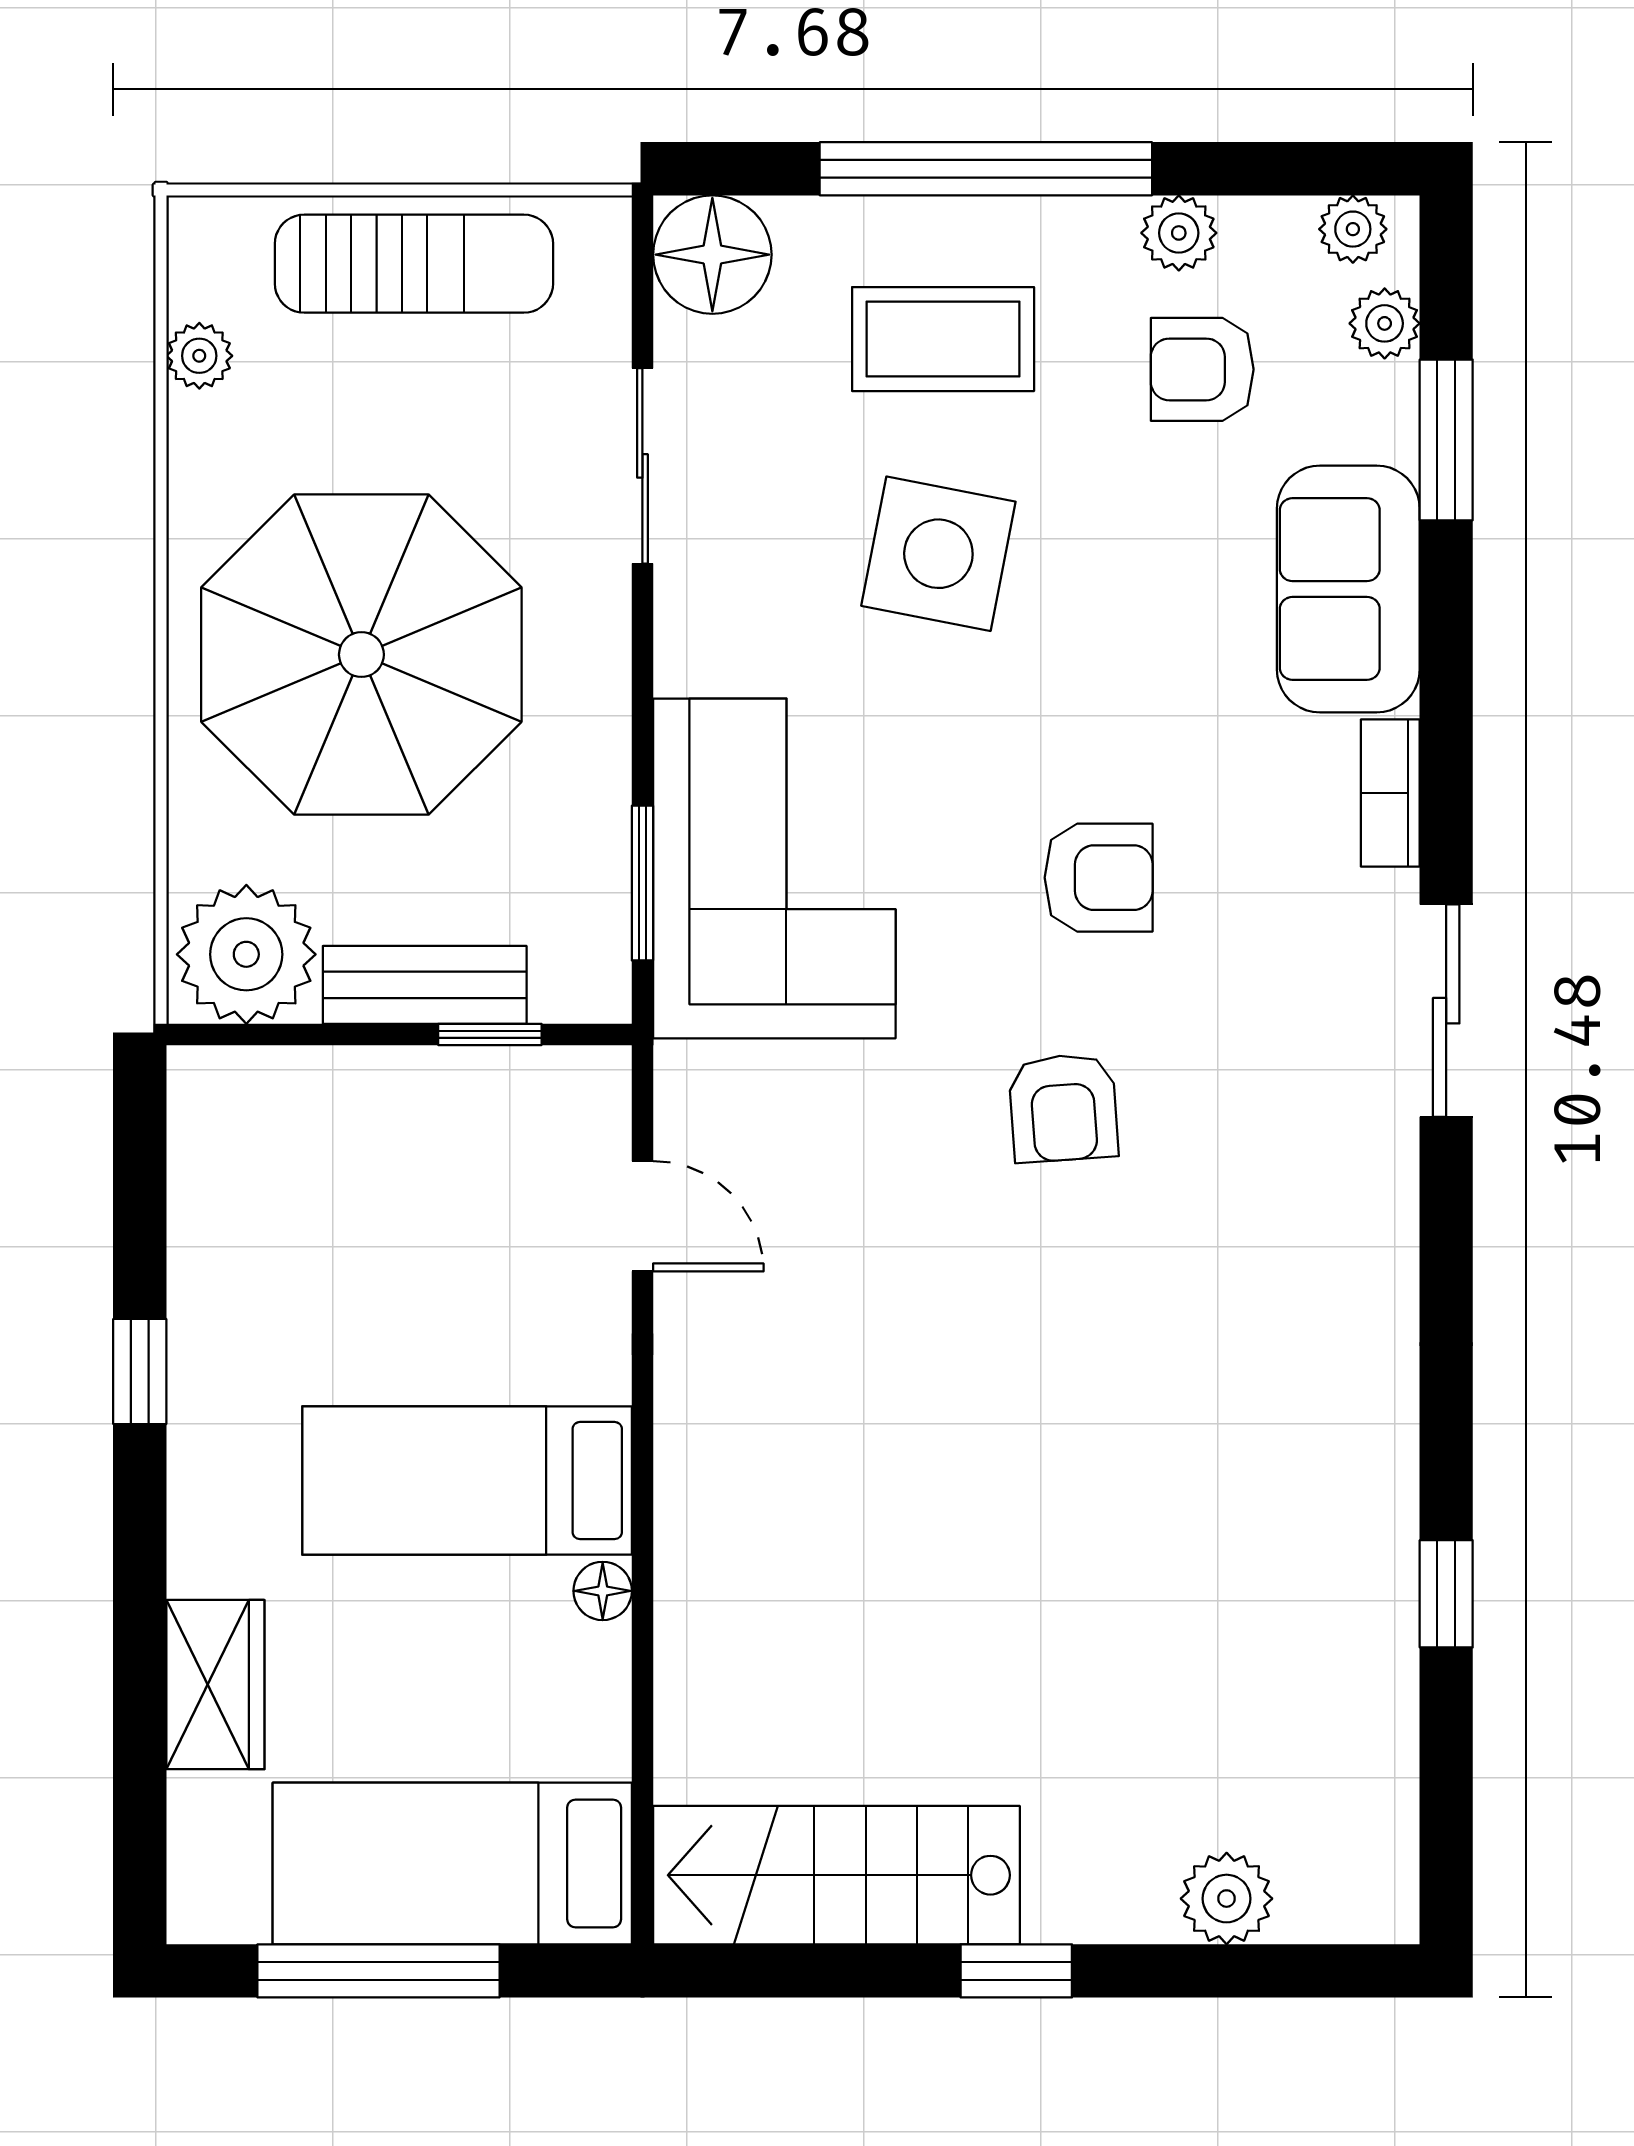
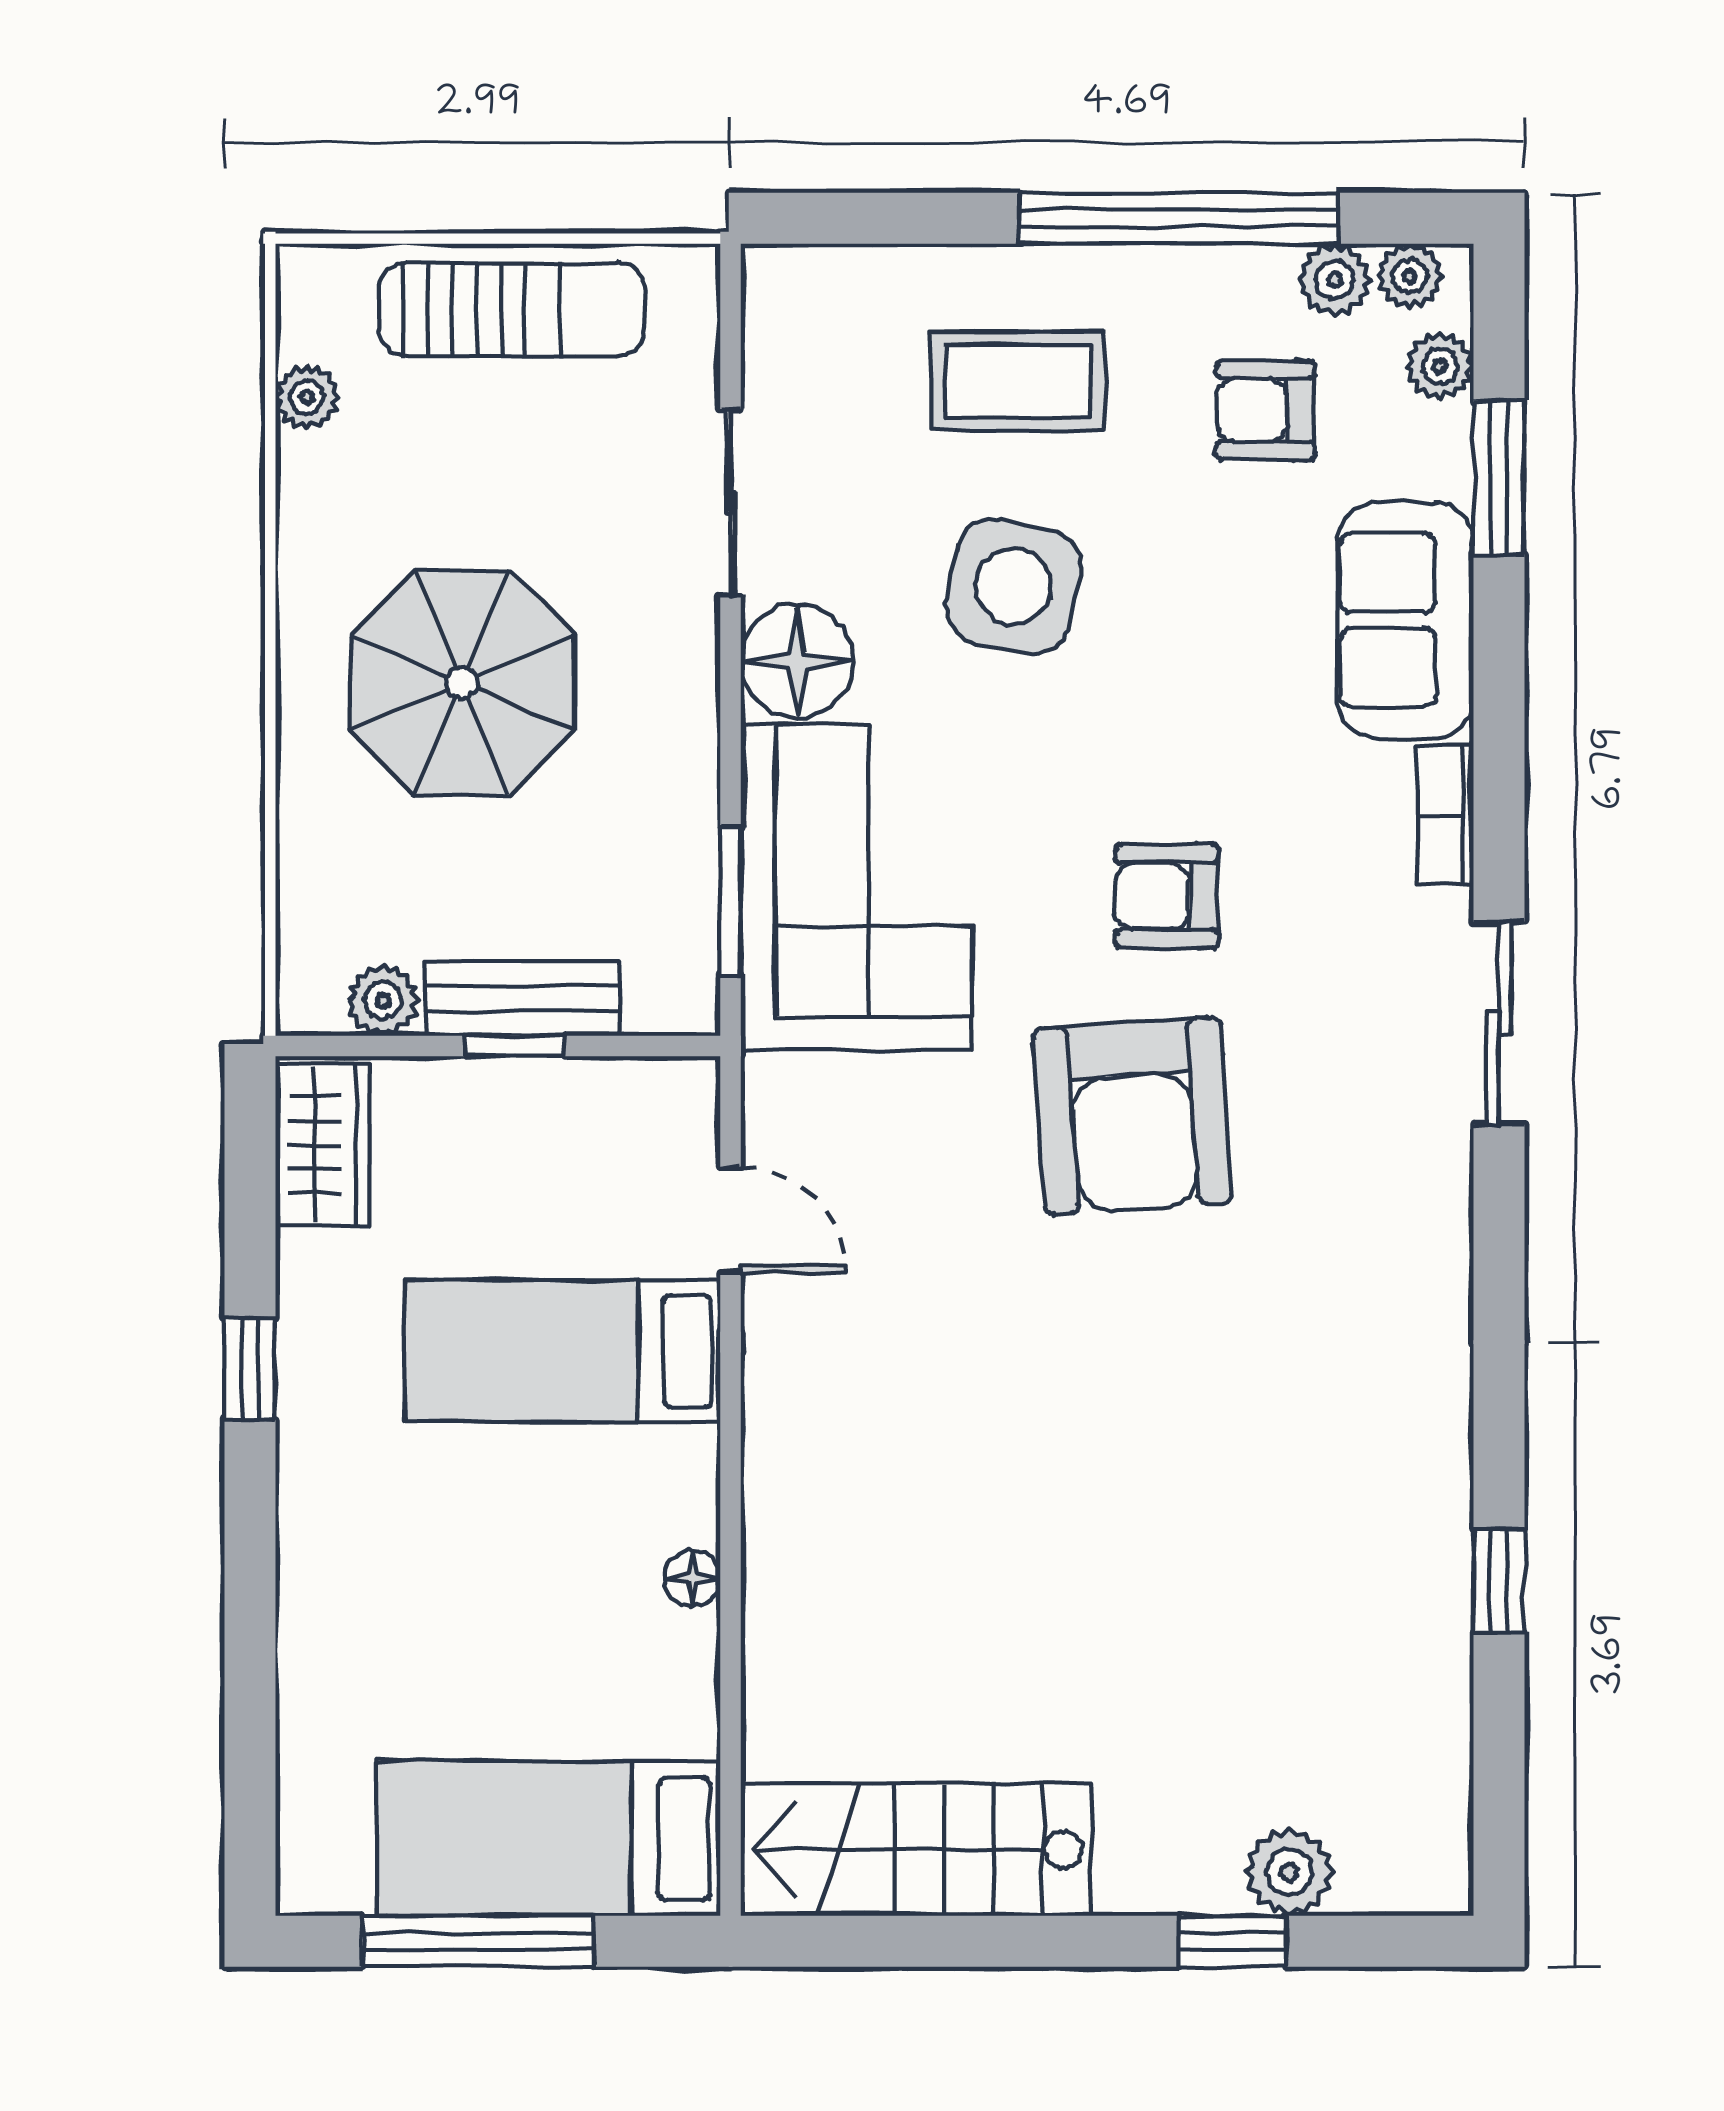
window: (986, 169) -> (1179, 218), moved
plant: (1179, 233) -> (1335, 280), moved
floor lamp: (712, 255) -> (797, 661), moved
parasol: (361, 655) -> (462, 683), width x0.73, depth x0.73
armchair: (1099, 878) -> (1167, 896), turned 180
plant: (246, 954) -> (383, 1000), width x0.53, depth x0.53
window: (490, 1034) -> (515, 1046), moved
armchair: (1063, 1108) -> (1133, 1116), width x1.88, depth x1.88
bed: (467, 1481) -> (563, 1351), moved
wardrobe: (215, 1685) -> (322, 1144), moved
window: (1016, 1971) -> (1232, 1941), moved

